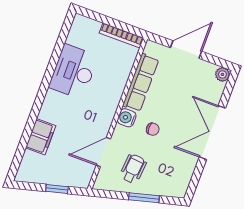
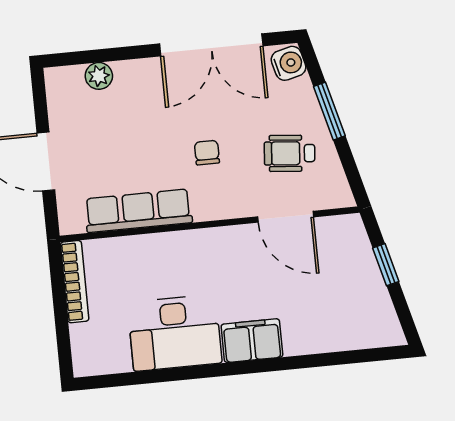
plant: (222, 74) -> (99, 76), moved
water cooler: (127, 118) -> (289, 63), moved, turned -105
double door: (212, 133) -> (211, 45), moved
filing cabinet: (41, 137) -> (252, 341), moved

